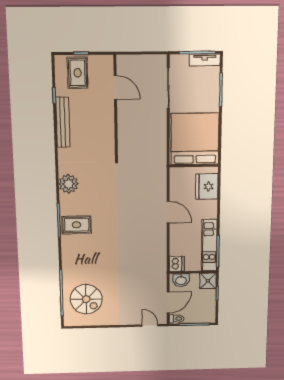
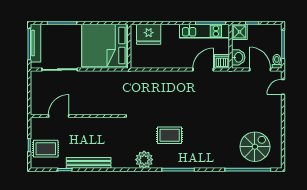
tv unit: (205, 60) -> (35, 43), width x1.41
door: (168, 212) -> (203, 70), moved
rug: (77, 225) -> (170, 135), moved, turned 90

